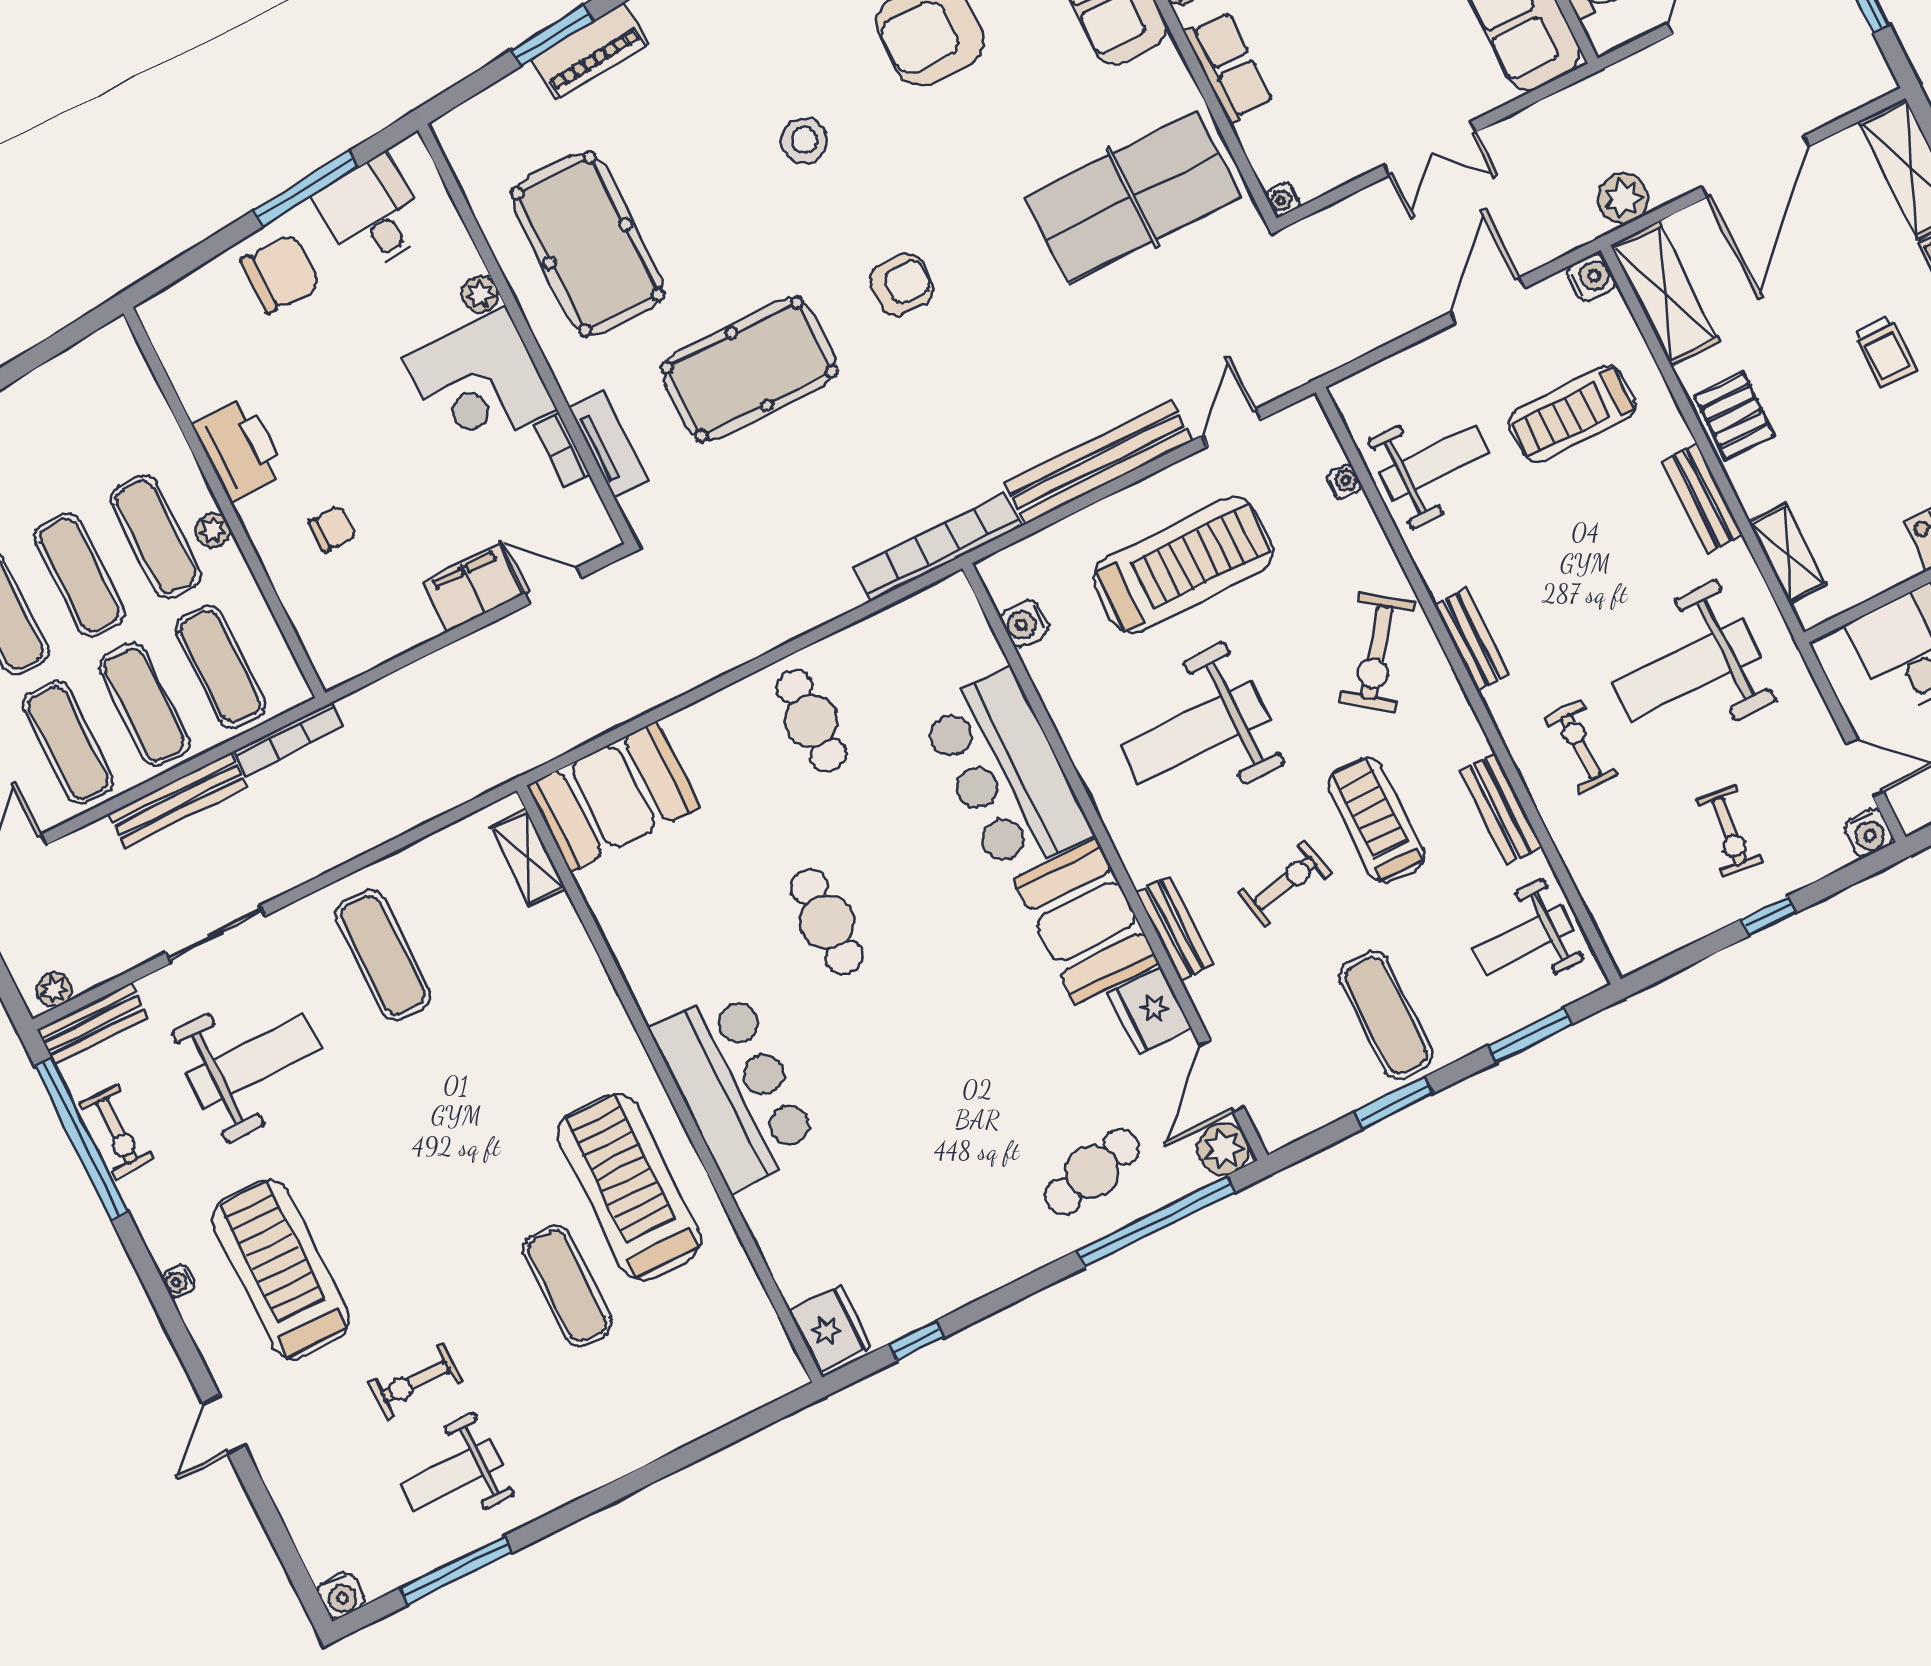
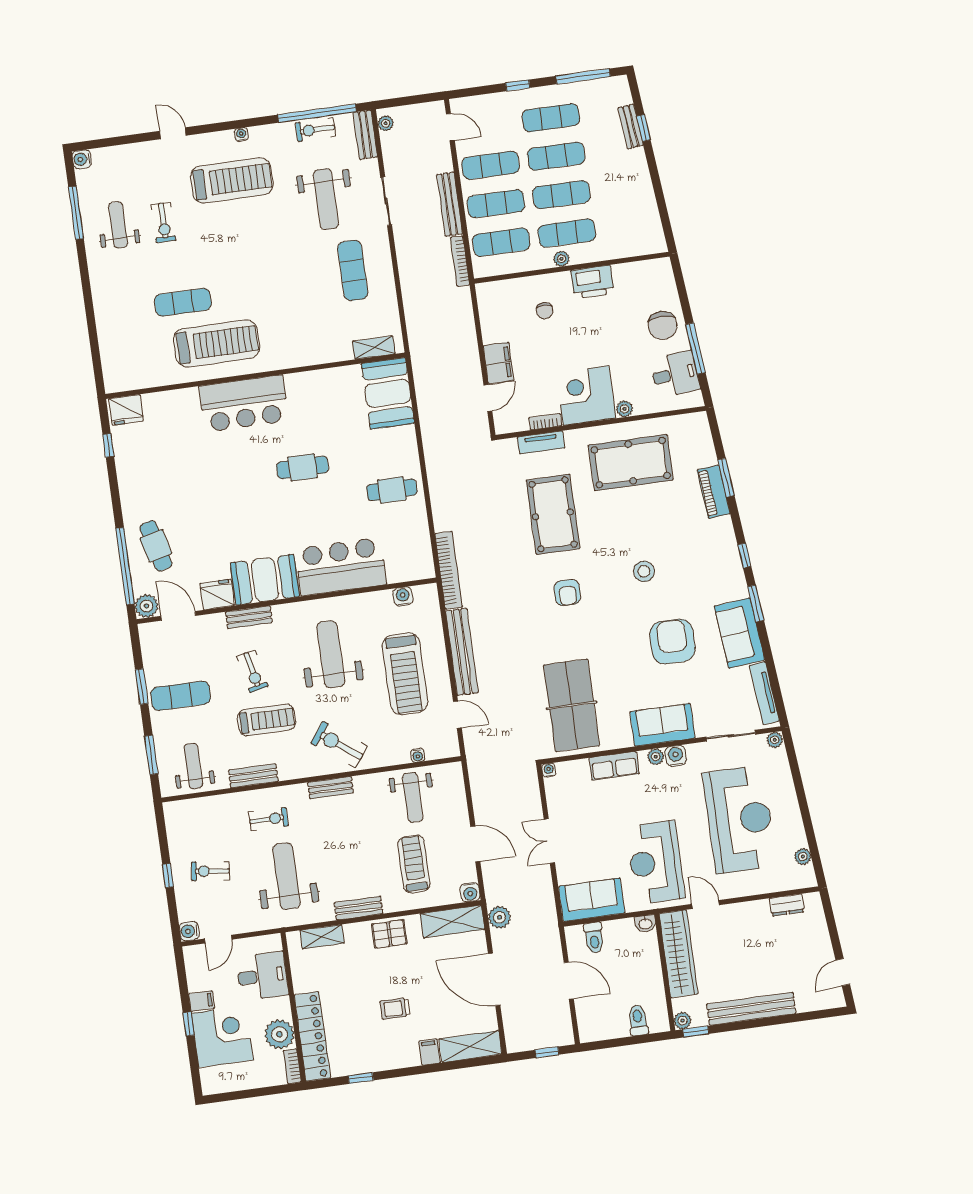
exercise mat: (383, 955) -> (353, 270), turned 90
exercise bike: (415, 1382) -> (163, 222), turned 180

